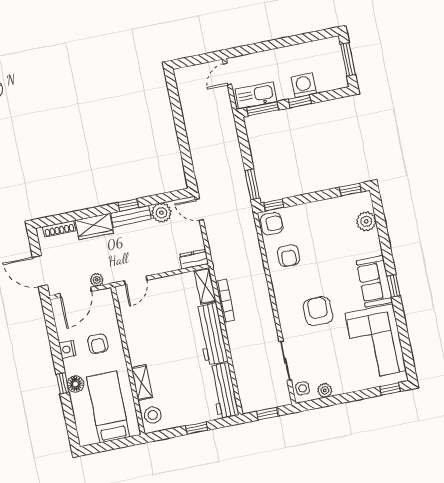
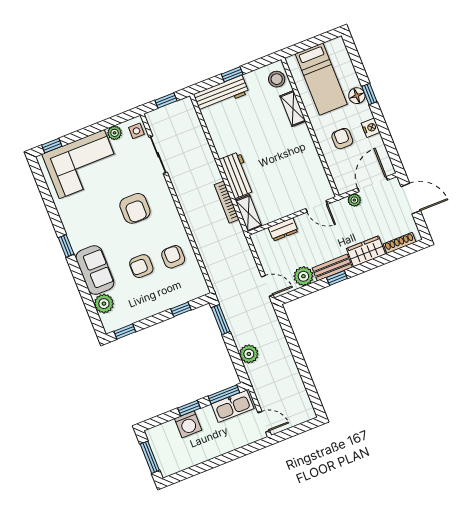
door: (227, 74) -> (264, 422), hinge flipped
plant: (230, 145) -> (249, 354), added
window: (274, 205) -> (181, 309), moved
armchair: (272, 224) -> (141, 266), moved
dresser: (194, 259) -> (283, 229), moved
door: (136, 280) -> (317, 206), swing flipped
sofa: (374, 281) -> (95, 270), moved
workbench: (211, 334) -> (237, 175), width x0.73
corner sofa: (376, 342) -> (82, 164), moved, turned 90
workbench: (224, 391) -> (221, 94), moved, turned 90

